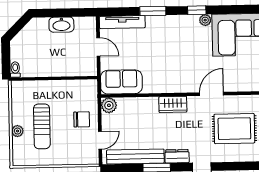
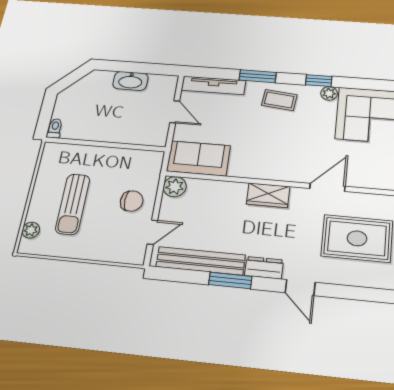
coffee table: (171, 29) -> (279, 100), added
plant: (17, 131) -> (31, 230), moved

